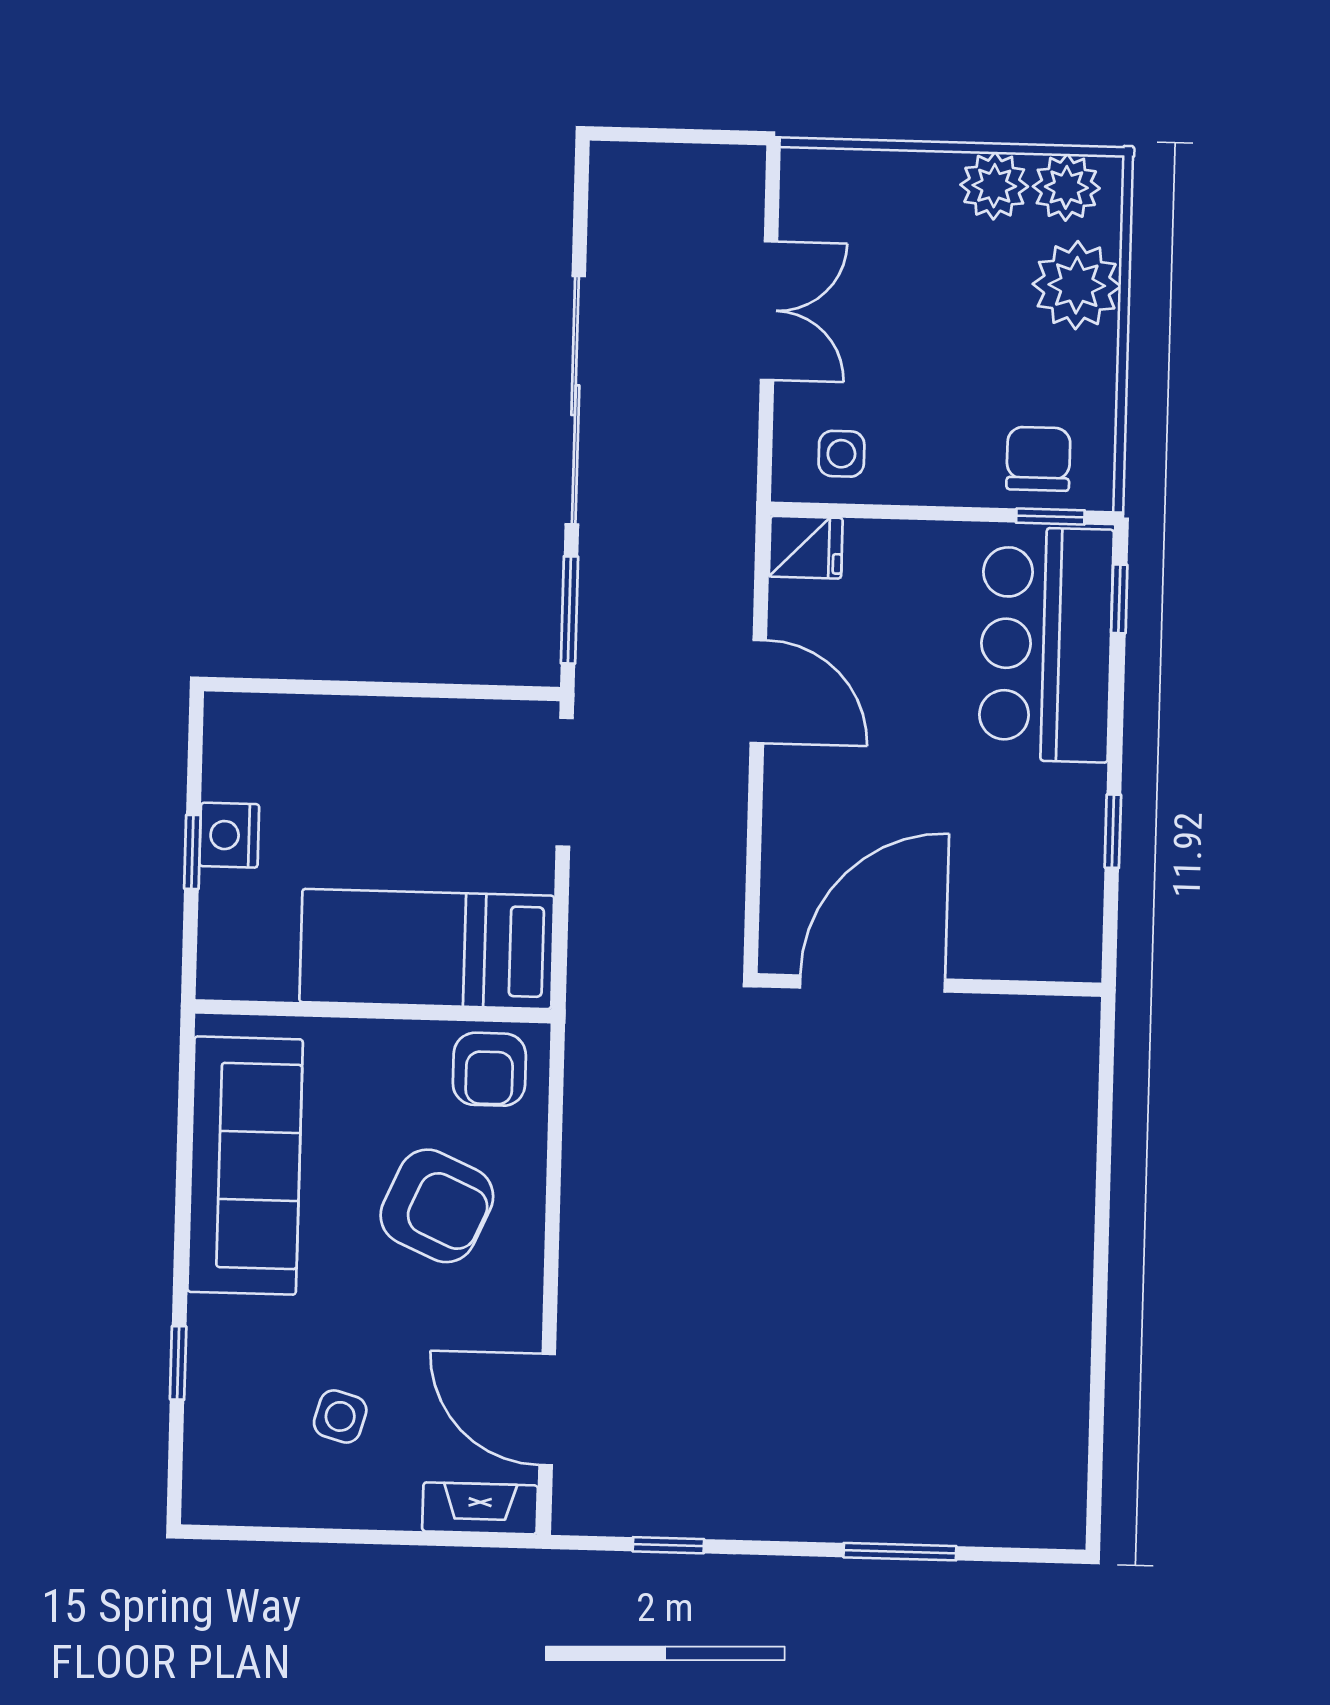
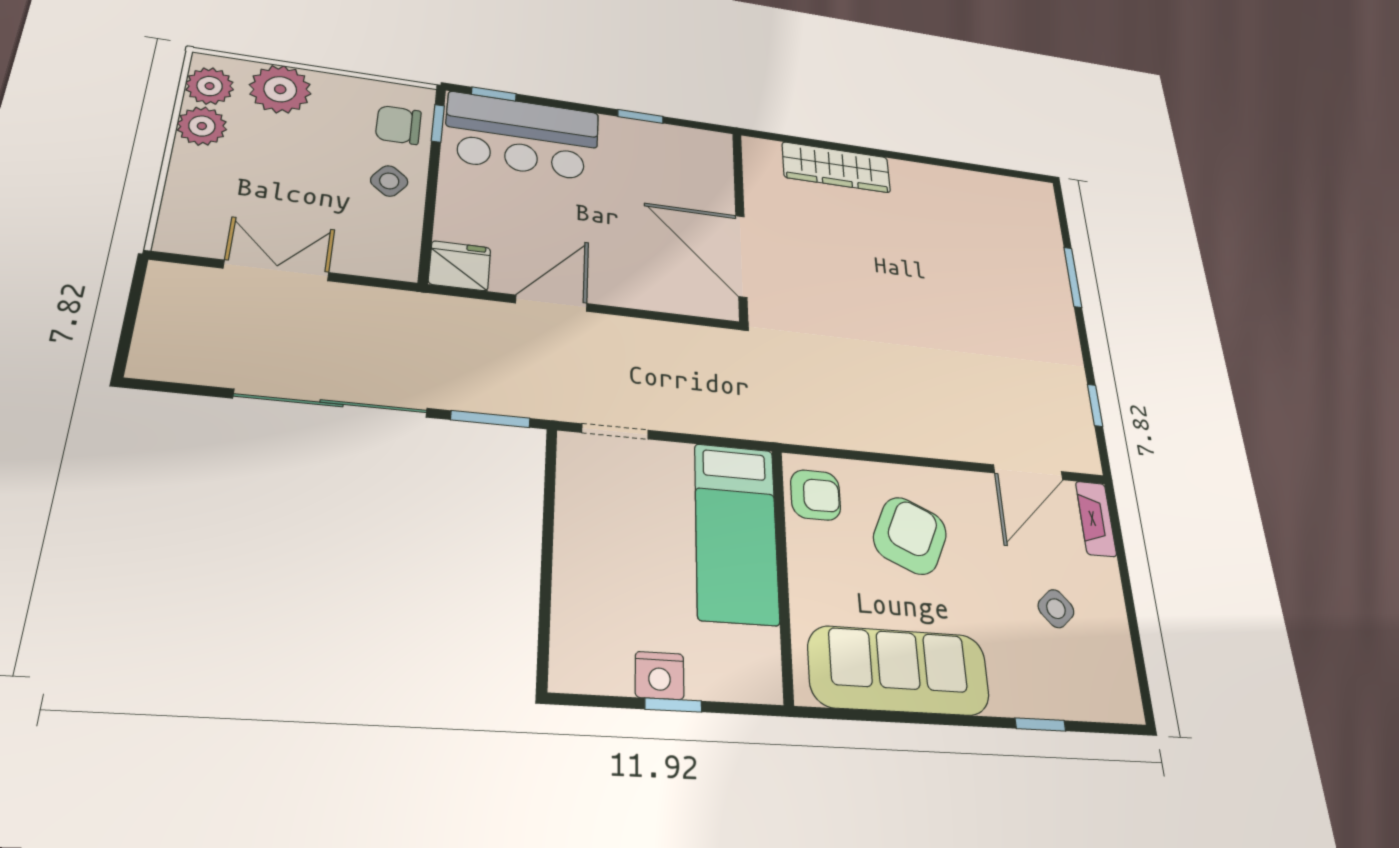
side table: (841, 454) -> (389, 181), moved, turned 38
fridge: (806, 547) -> (460, 266), width x1.38
doorway: (565, 782) -> (615, 431), width x0.73
wardrobe: (1061, 1156) -> (836, 167), added
side table: (340, 1416) -> (1056, 609), turned 32

